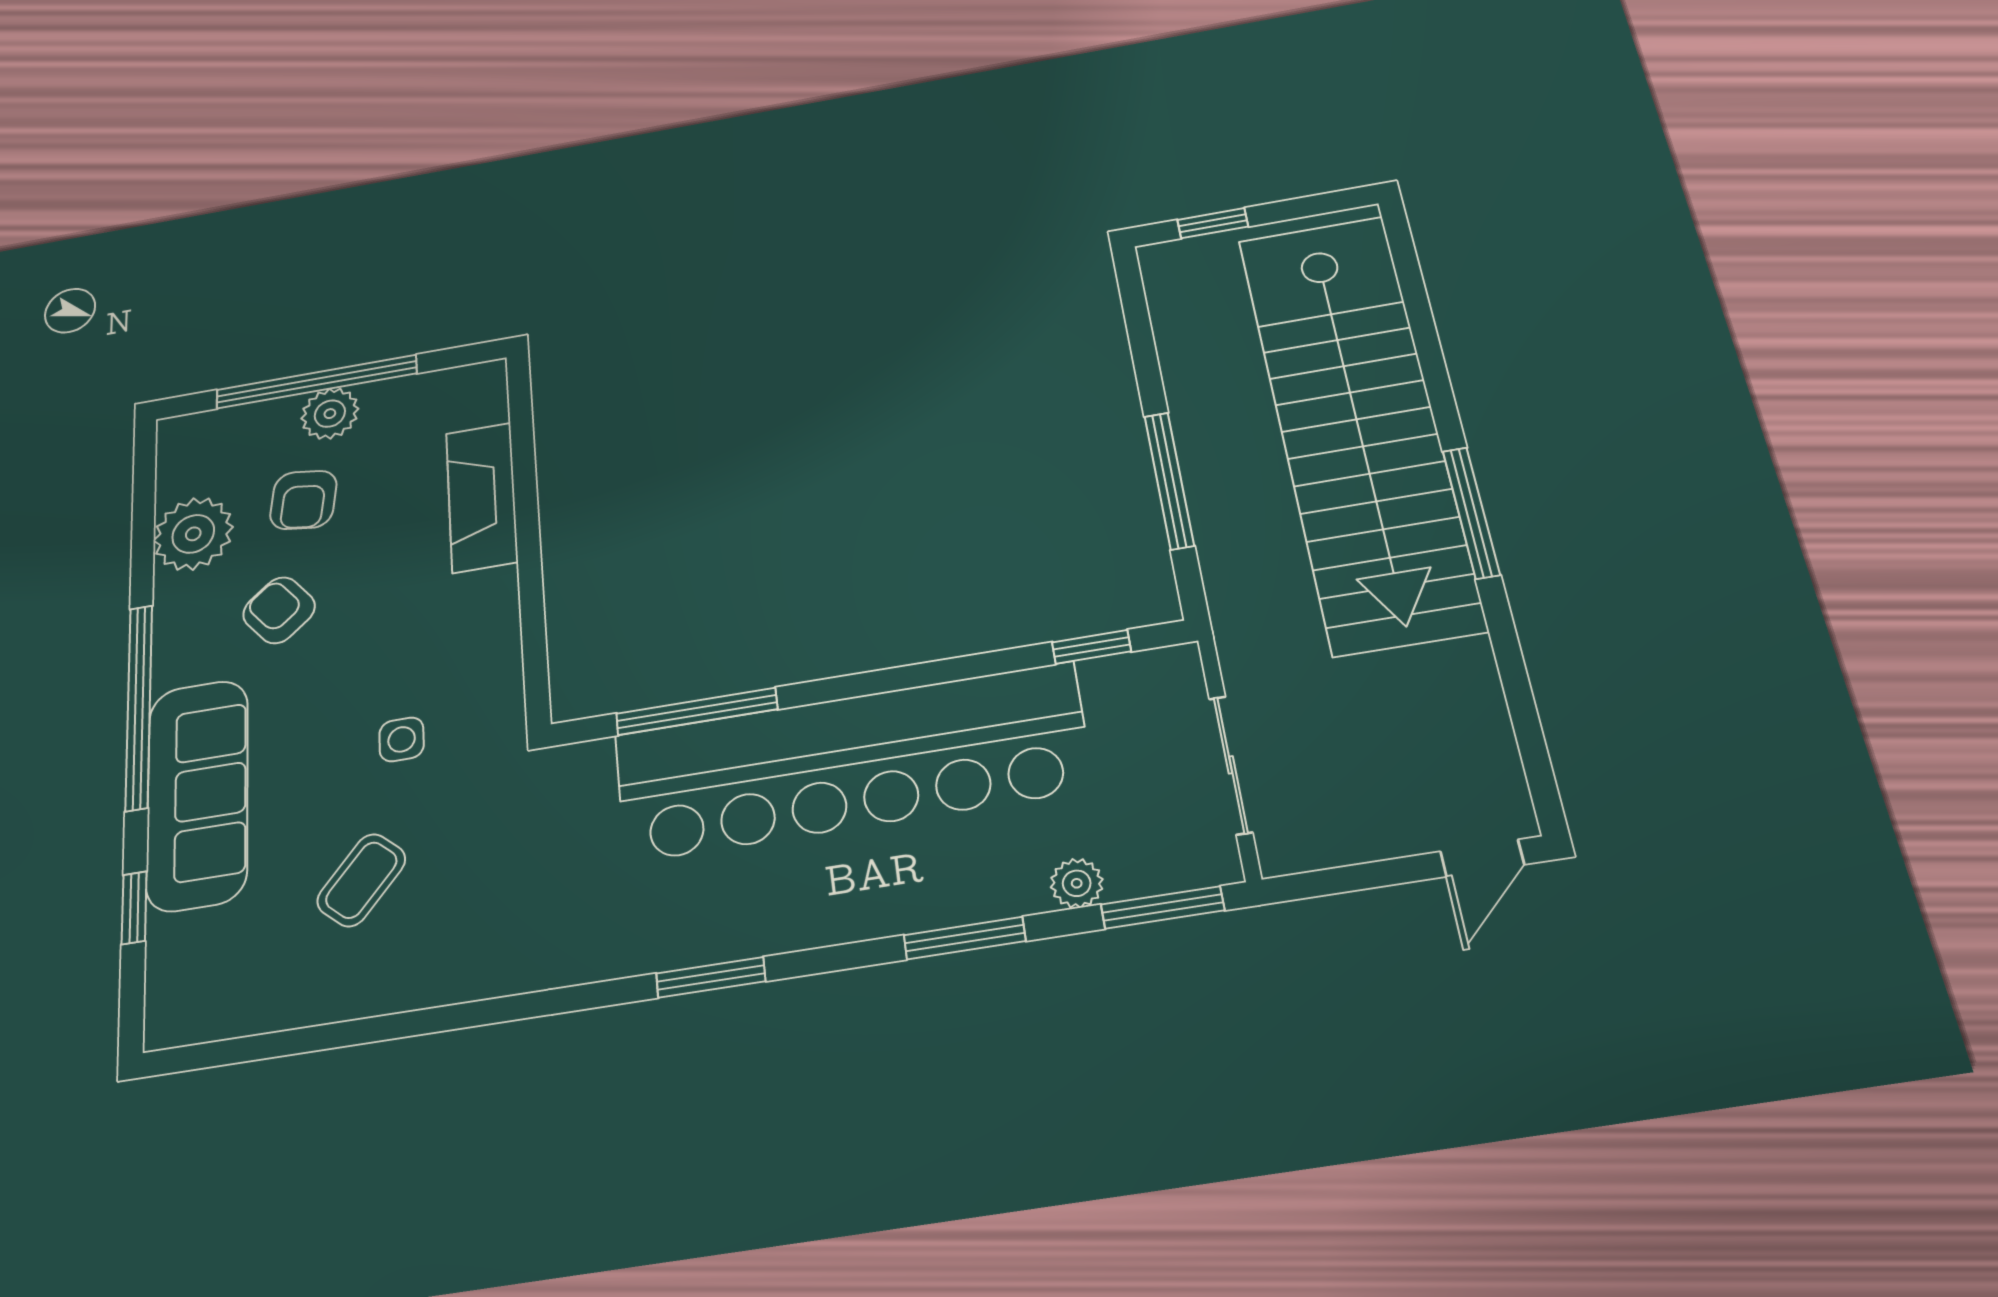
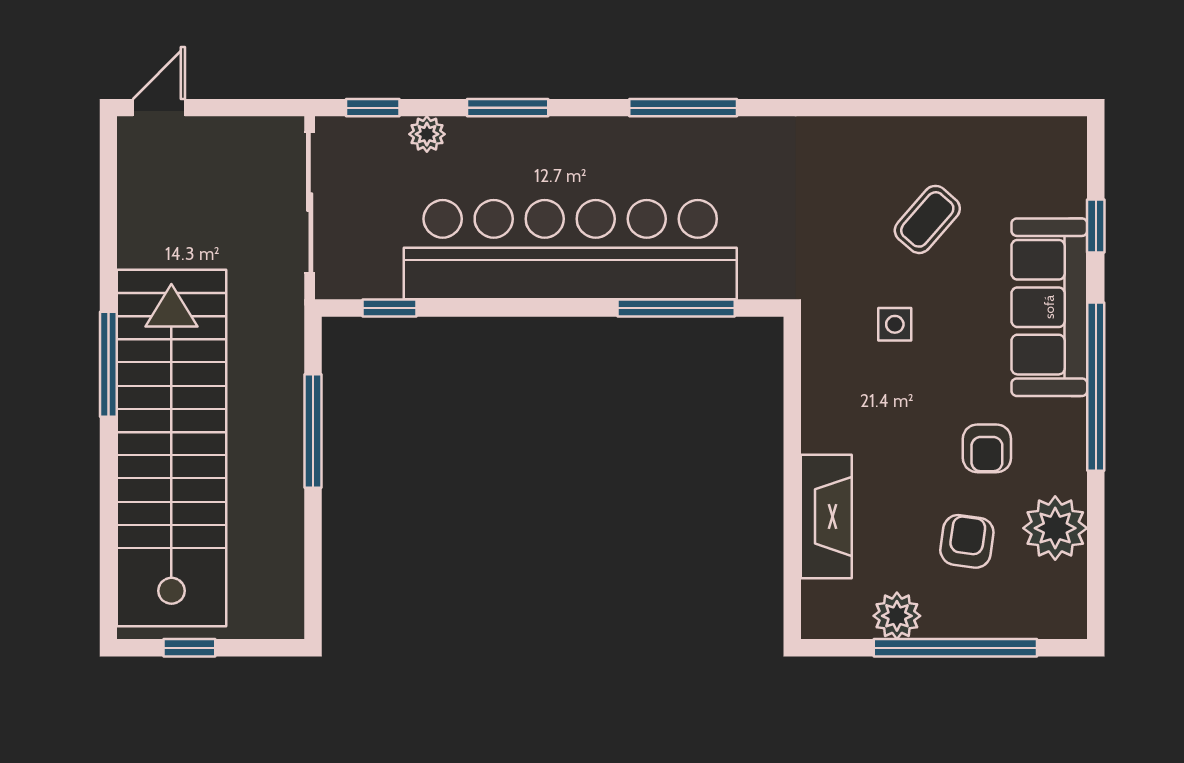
window: (1213, 223) -> (189, 648), moved
plant: (330, 414) -> (897, 616), moved
armchair: (279, 610) -> (987, 448), turned 40
sliding door: (1231, 765) -> (310, 202), width x1.37
window: (1163, 907) -> (373, 108), width x0.67
window: (711, 977) -> (683, 108), width x1.44

